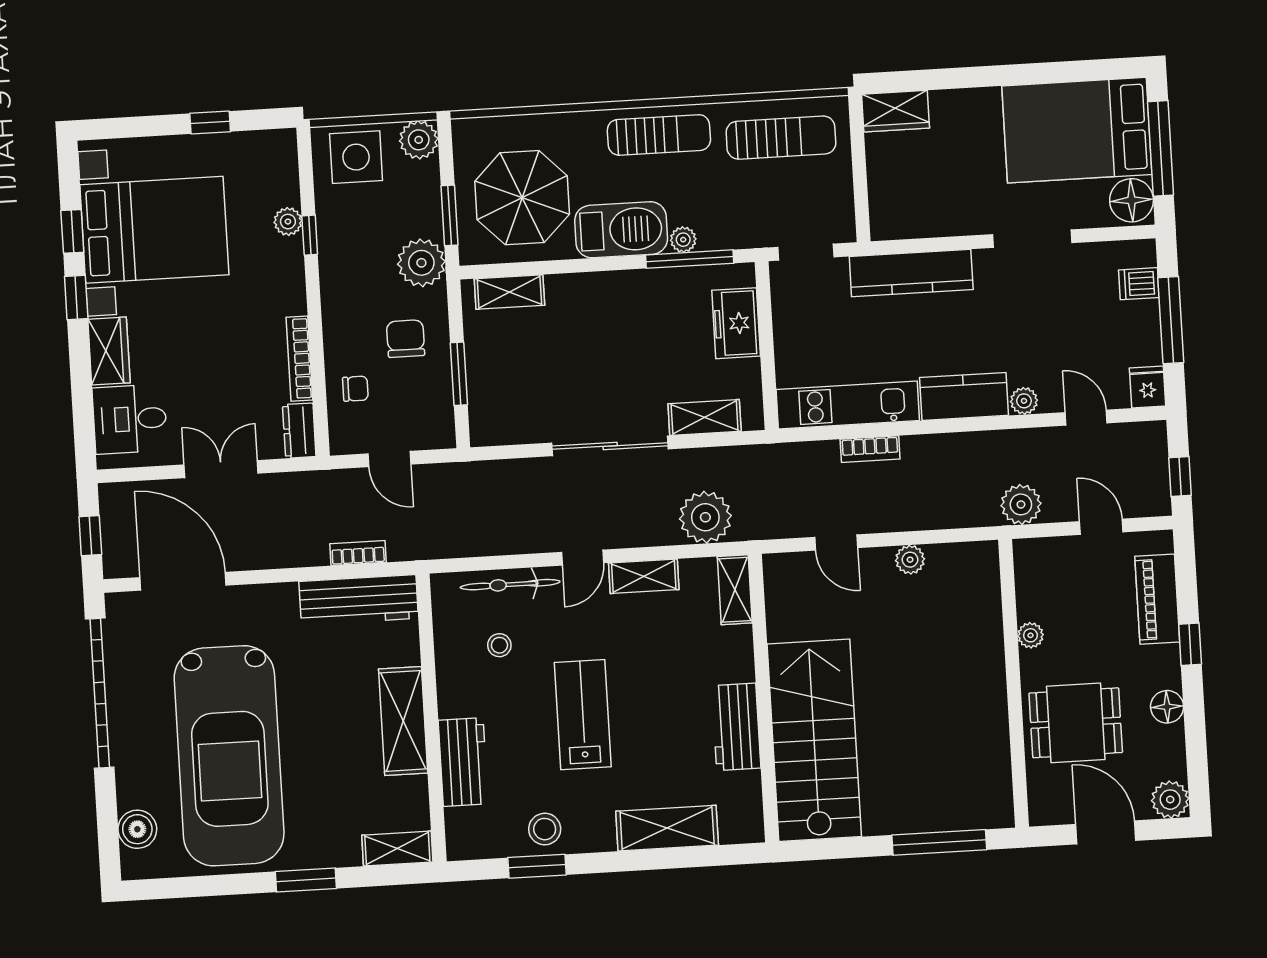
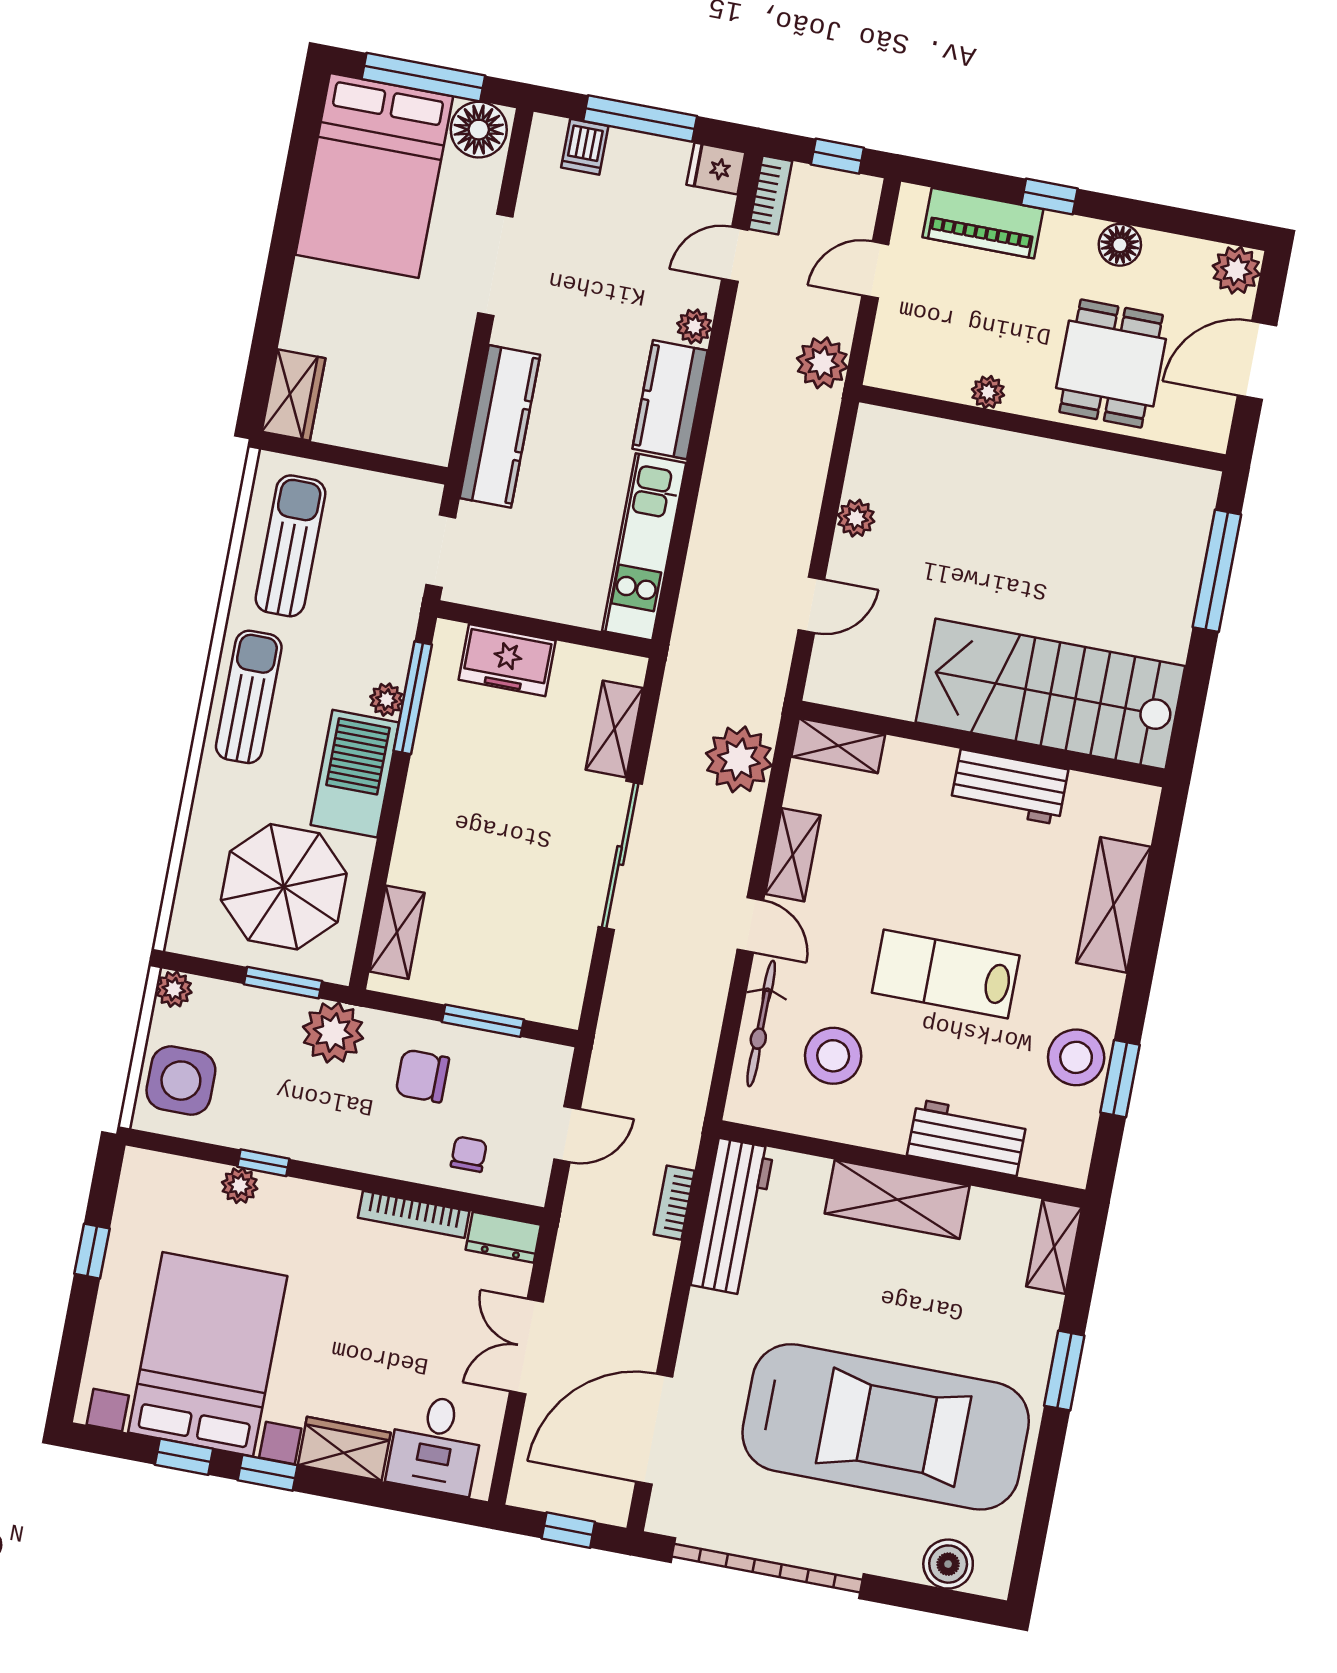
plant: (419, 140) -> (174, 989), width x0.73, depth x0.73
bookcase: (870, 449) -> (770, 195), moved
stool: (499, 645) -> (833, 1056), width x1.89, depth x1.89
stool: (545, 829) -> (1076, 1057), width x1.38, depth x1.38

